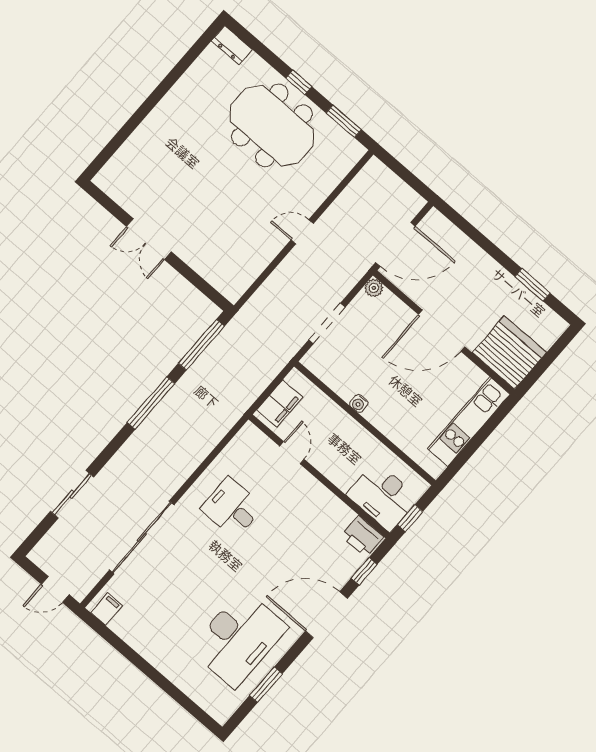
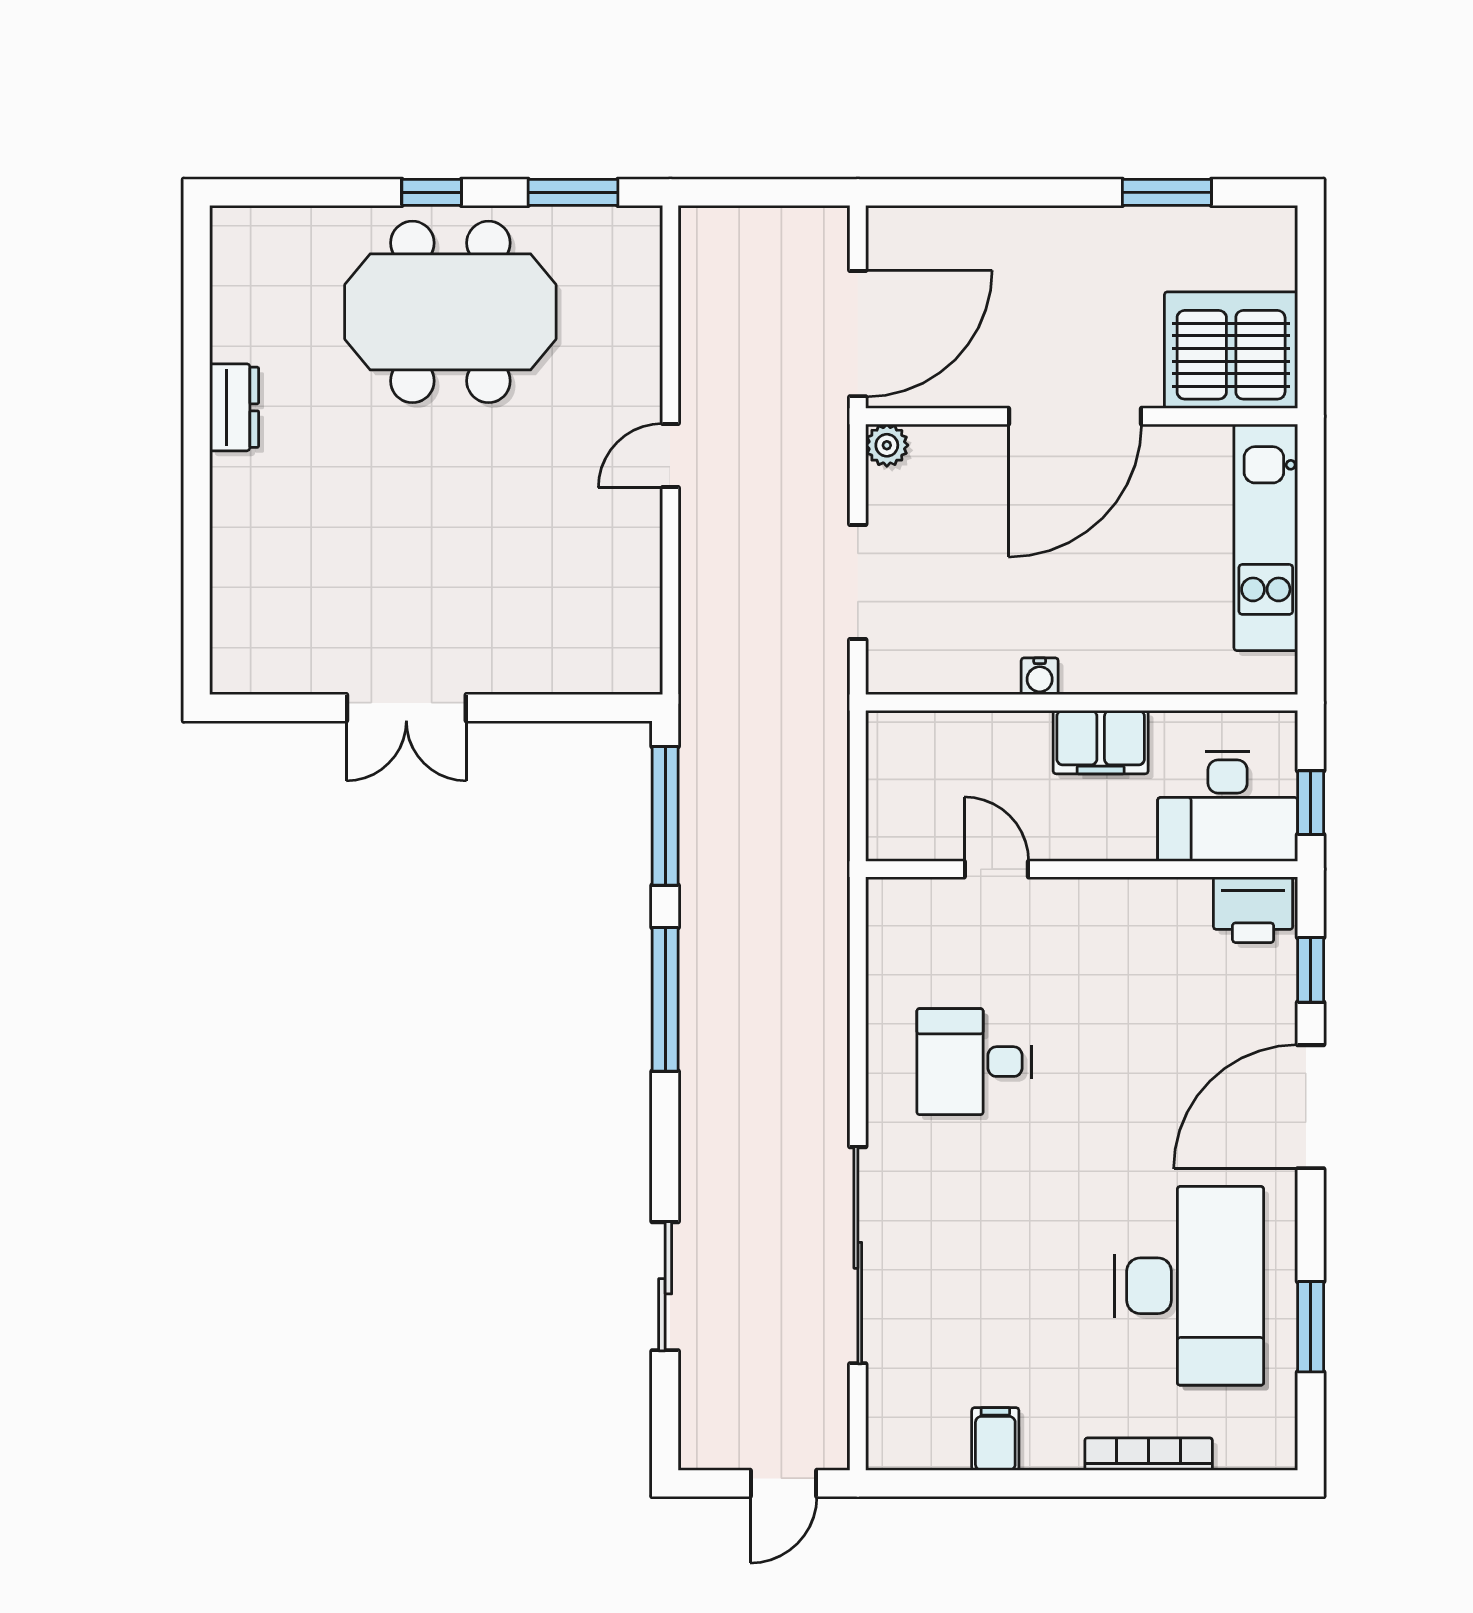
dresser: (232, 45) -> (234, 407), moved, turned -90
filing cabinet: (280, 403) -> (1101, 742), moved, turned 90
filing cabinet: (107, 609) -> (995, 1439), moved
bookcase: (179, 681) -> (1149, 1454), added

